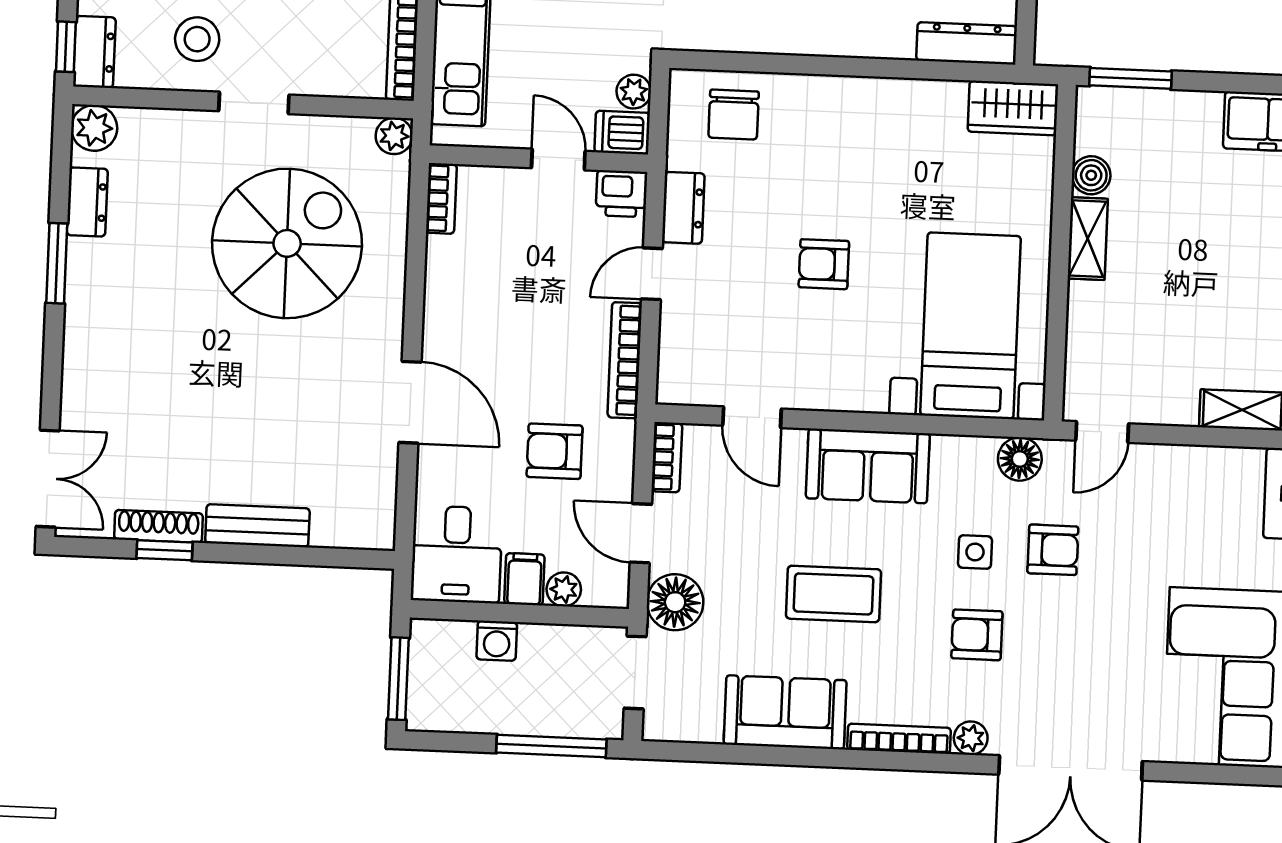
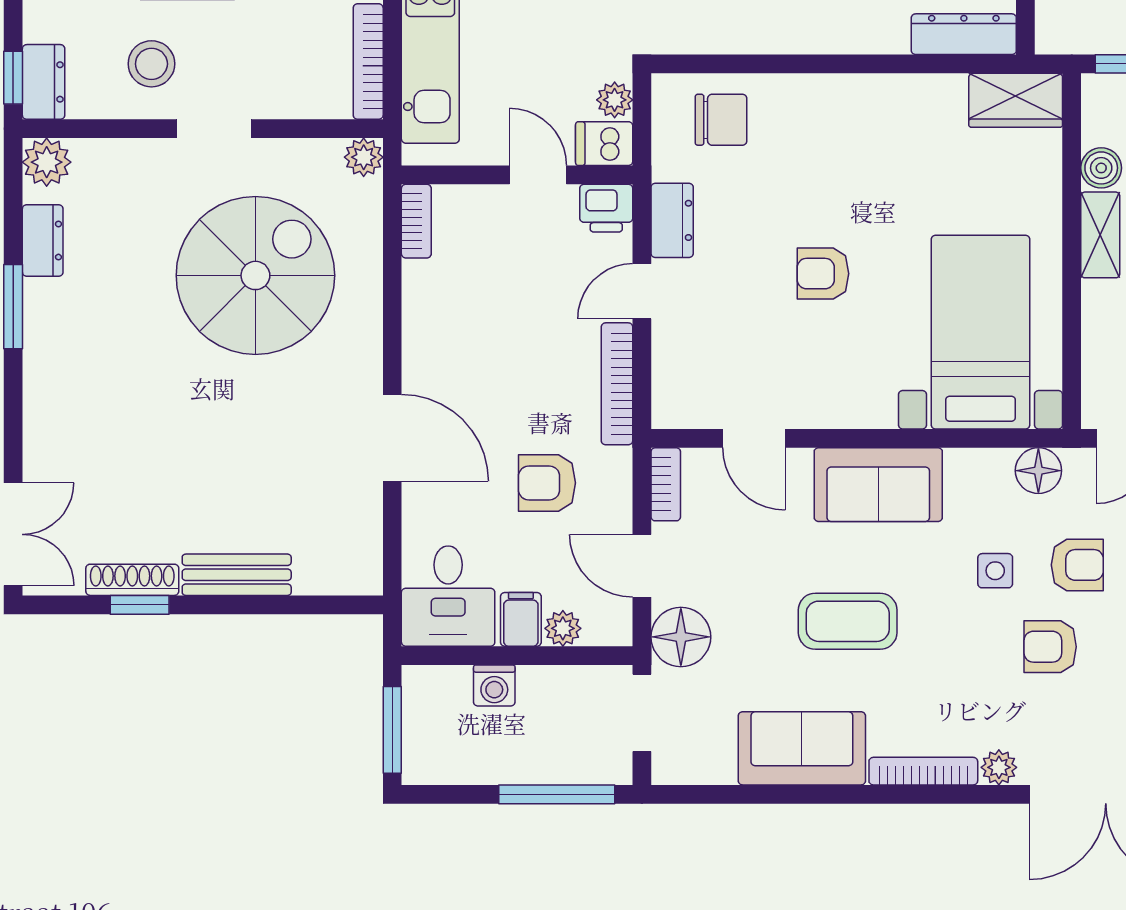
chair: (734, 115) -> (721, 120), turned -90
armchair: (977, 635) -> (1050, 647), moved

